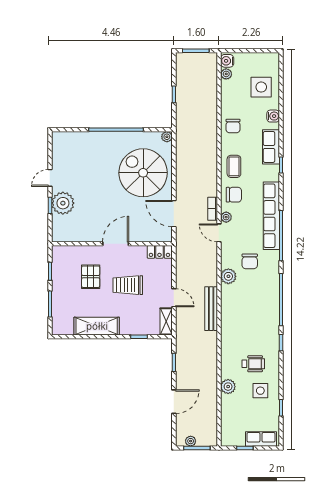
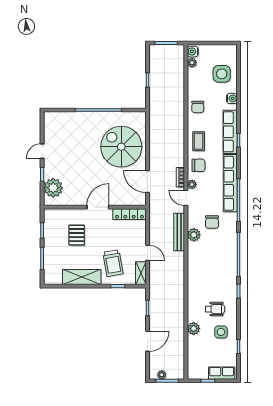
plant: (167, 137) -> (141, 116), removed
row of seats: (271, 147) -> (230, 132), width x1.48
plant: (63, 203) -> (53, 188), moved
locker: (159, 252) -> (129, 214), width x1.53
trolley: (128, 285) -> (113, 263), moved, turned -100
bench: (211, 309) -> (179, 232), moved

